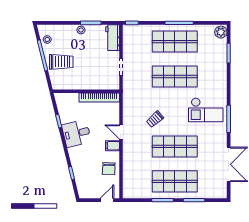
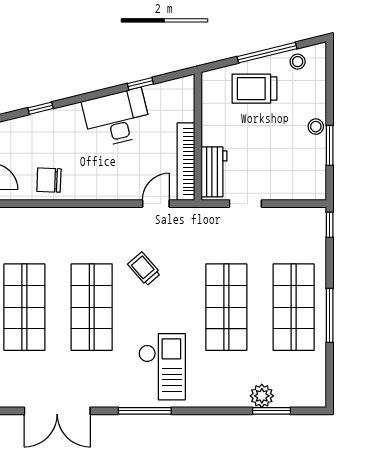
plant: (221, 32) -> (262, 396), moved
workbench: (113, 38) -> (214, 172), moved, turned 90
trolley: (61, 62) -> (254, 89), turned 90
checkout: (206, 110) -> (162, 367), turned 180
door: (121, 132) -> (156, 204), moved
desk: (77, 133) -> (117, 118), width x1.37
filing cabinet: (112, 146) -> (93, 187), removed

